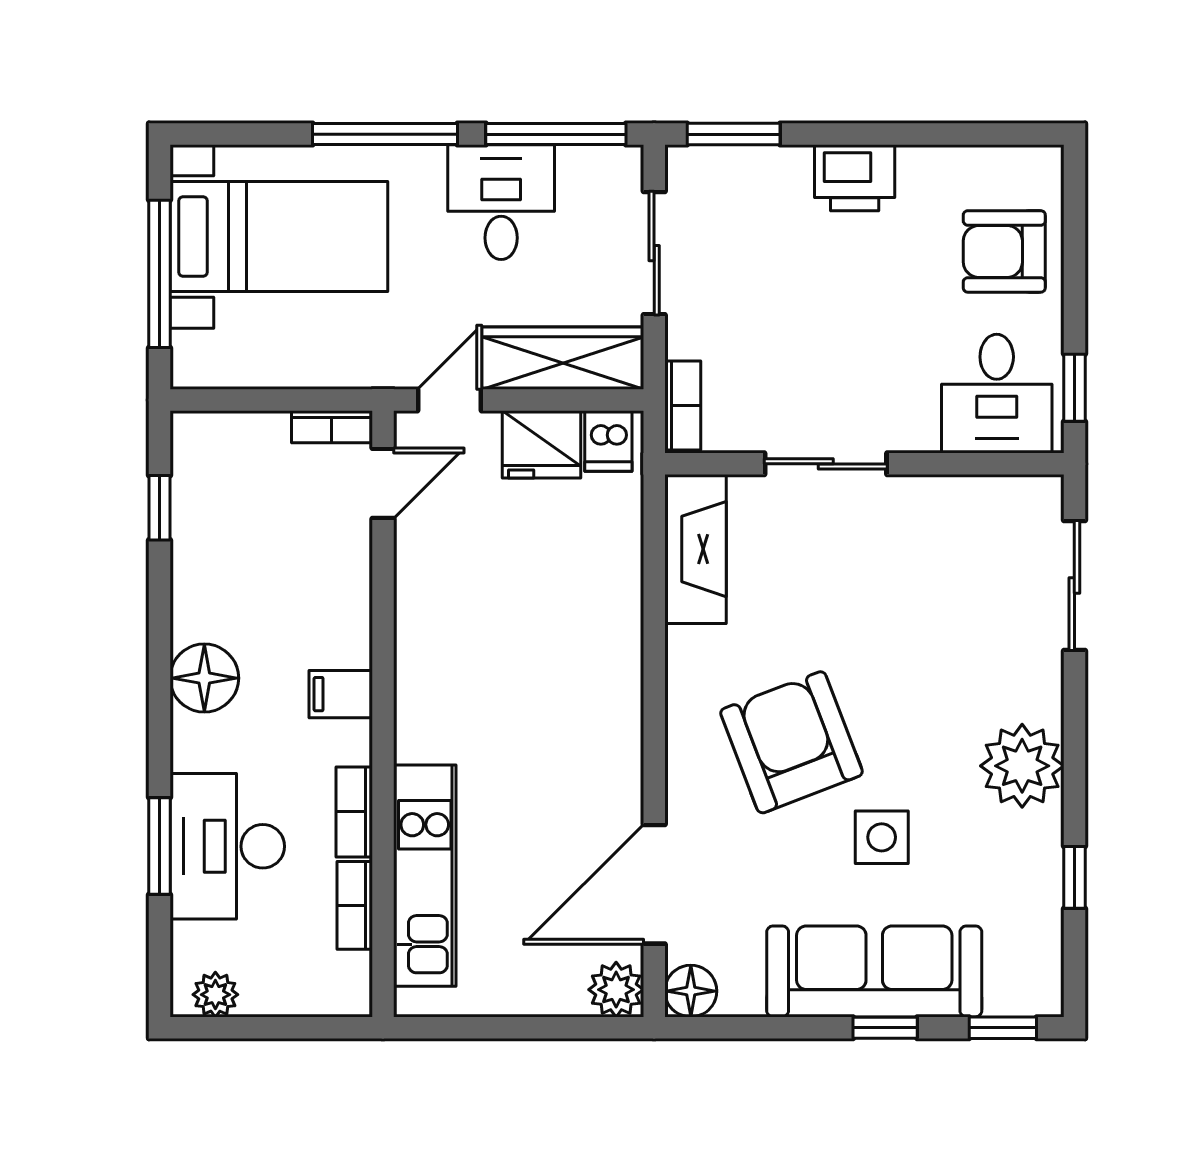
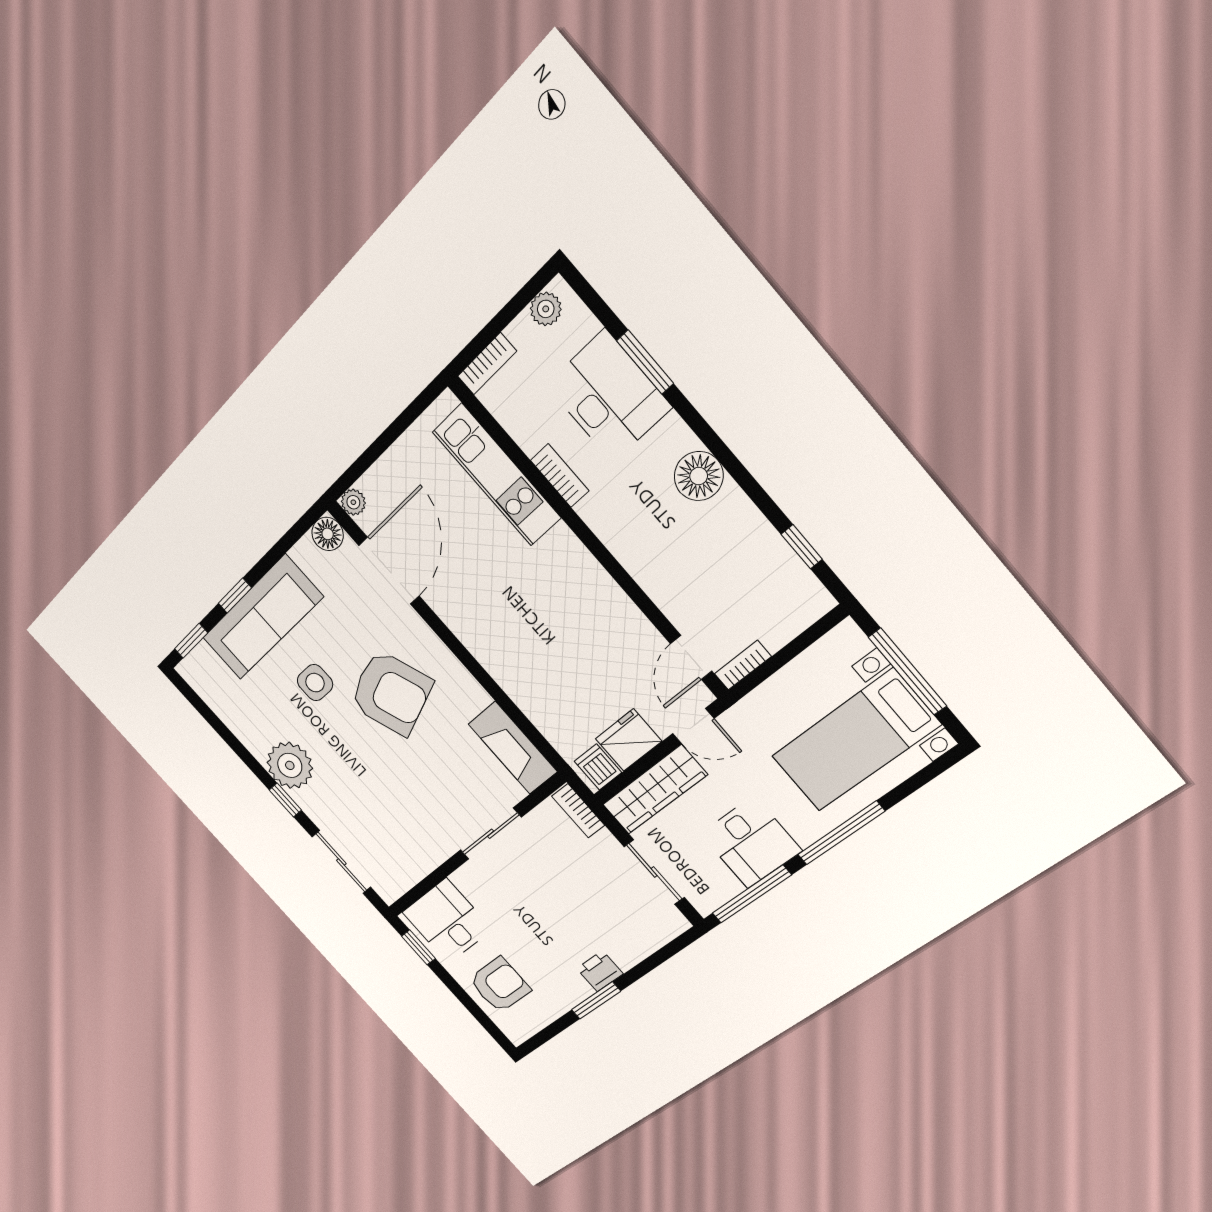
window: (734, 134) -> (596, 1000), moved
printer: (855, 178) -> (600, 971), width x0.73, depth x0.81
door: (449, 400) -> (693, 726), hinge flipped
filing cabinet: (341, 694) -> (619, 531), removed
window: (1074, 877) -> (285, 800), moved
bookcase: (355, 905) -> (487, 364), moved, turned 90
plant: (616, 990) -> (353, 502), width x0.73, depth x0.73

